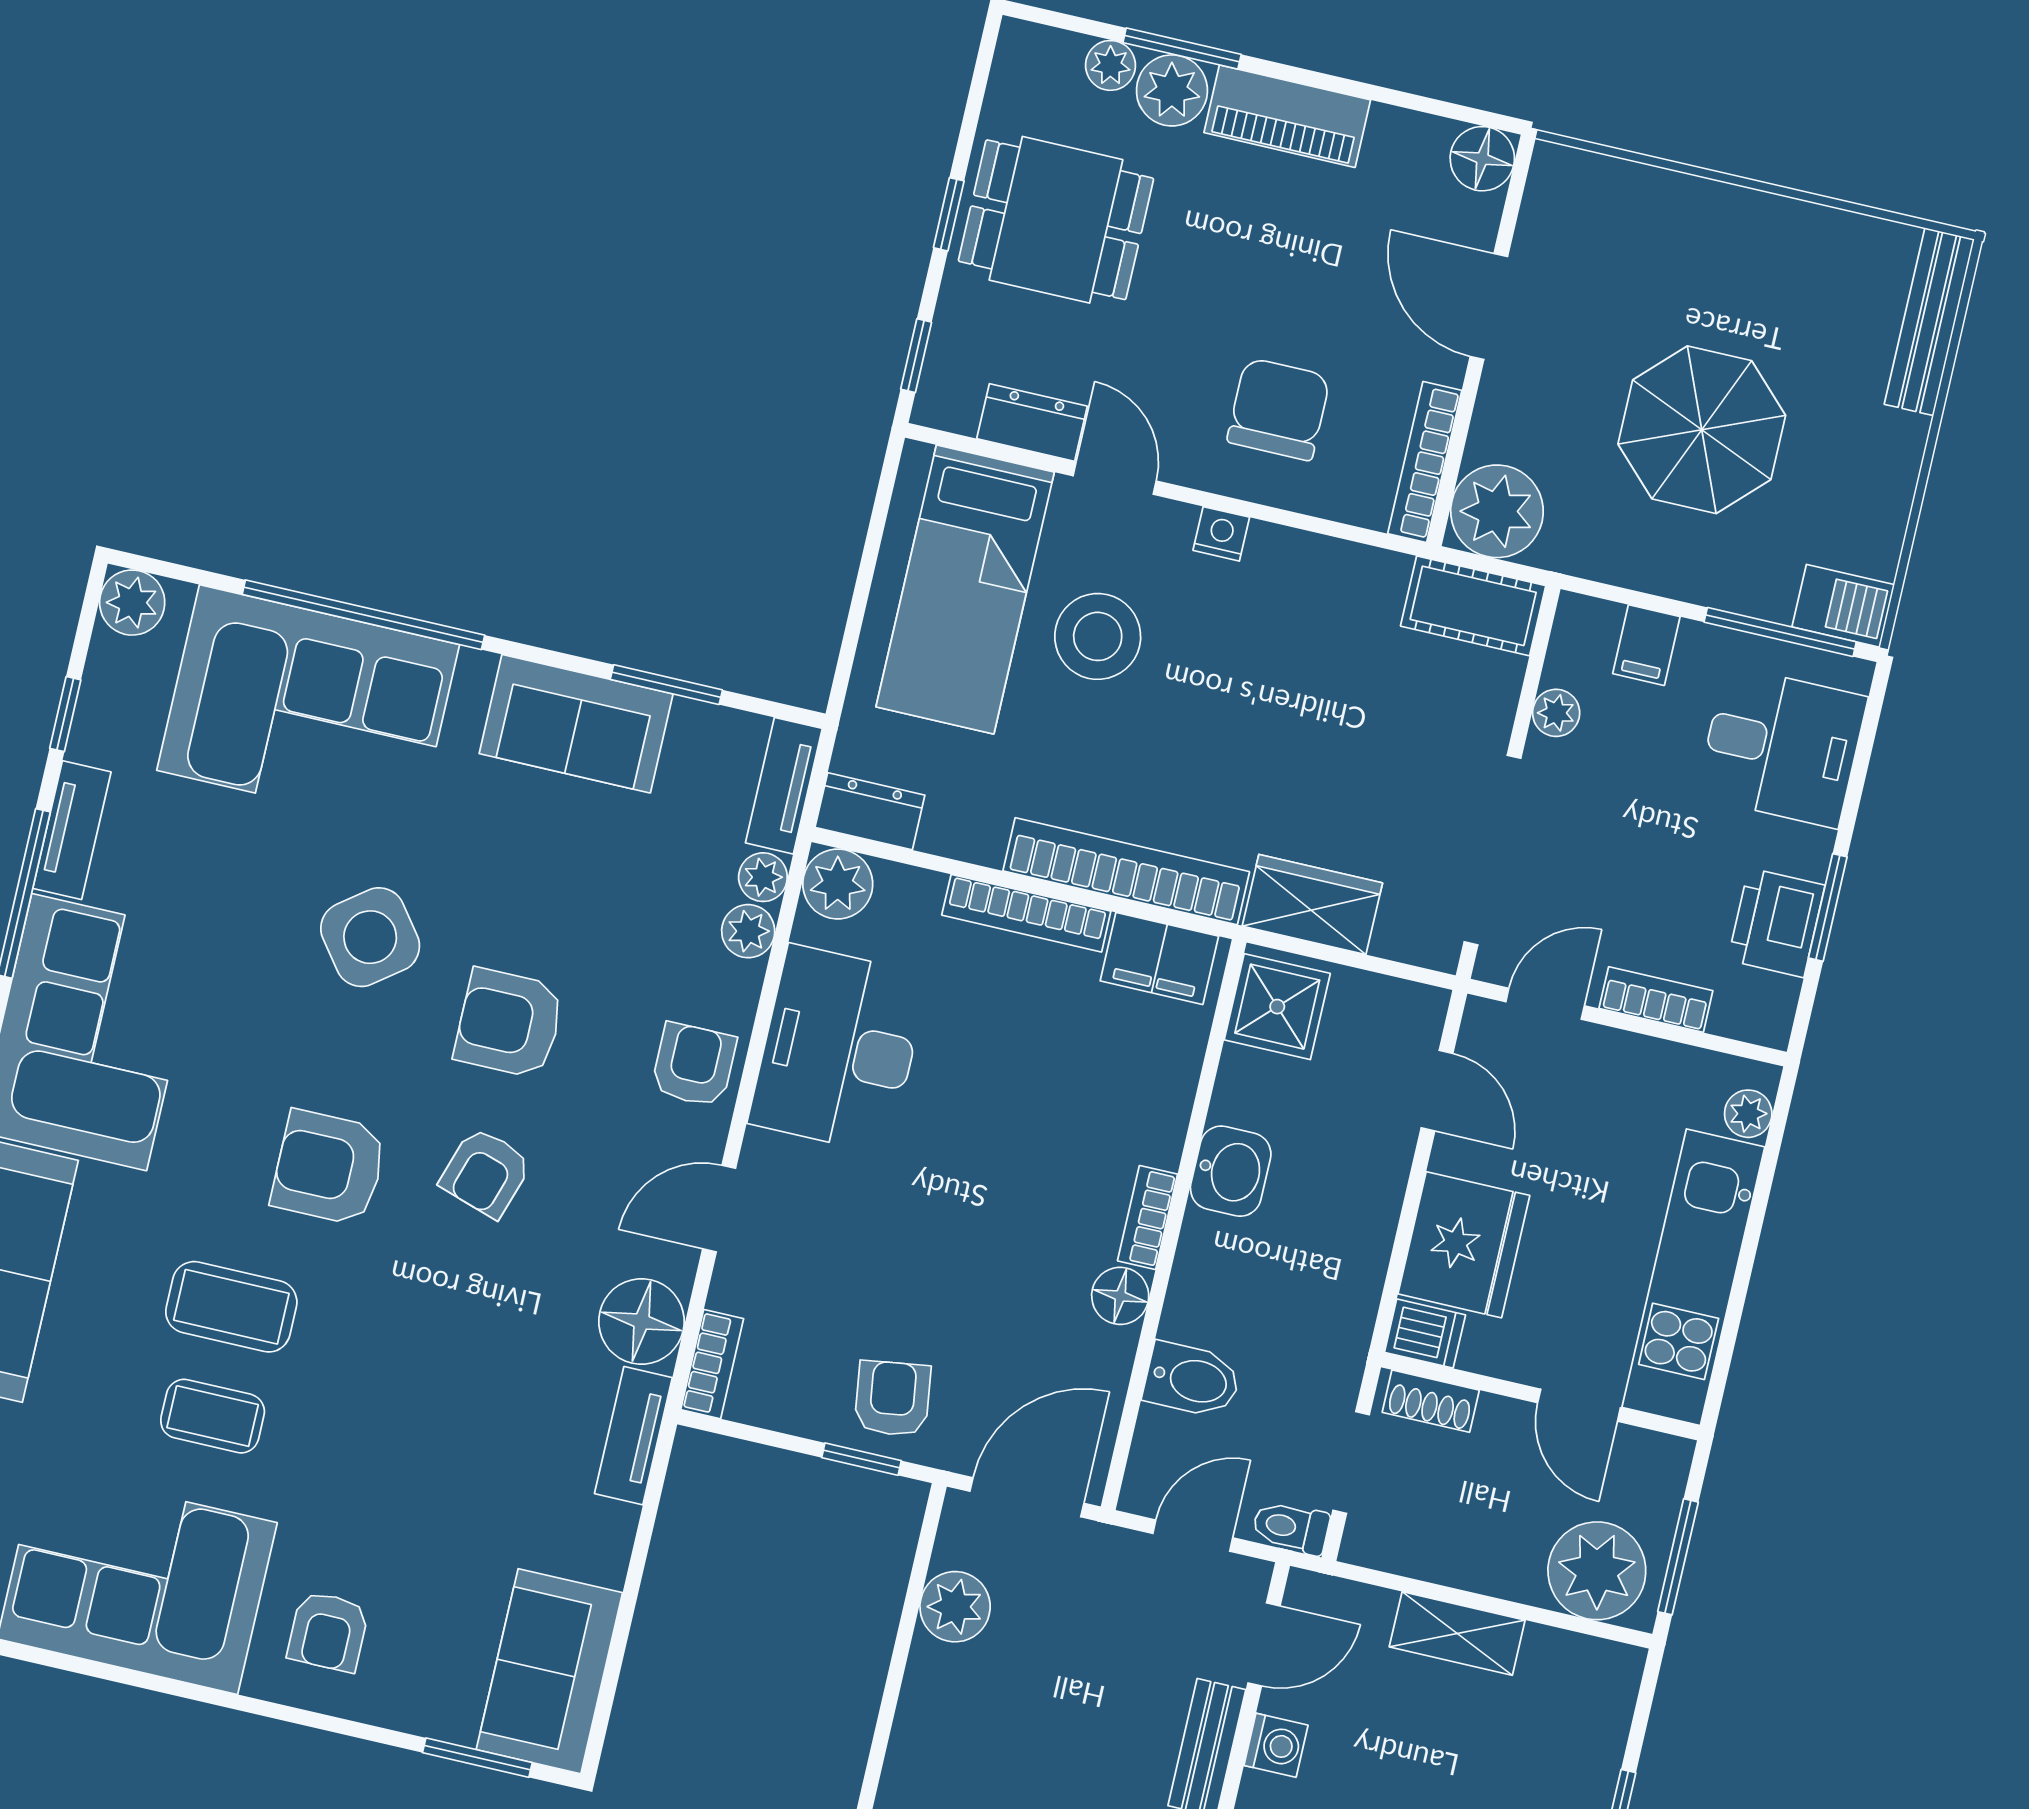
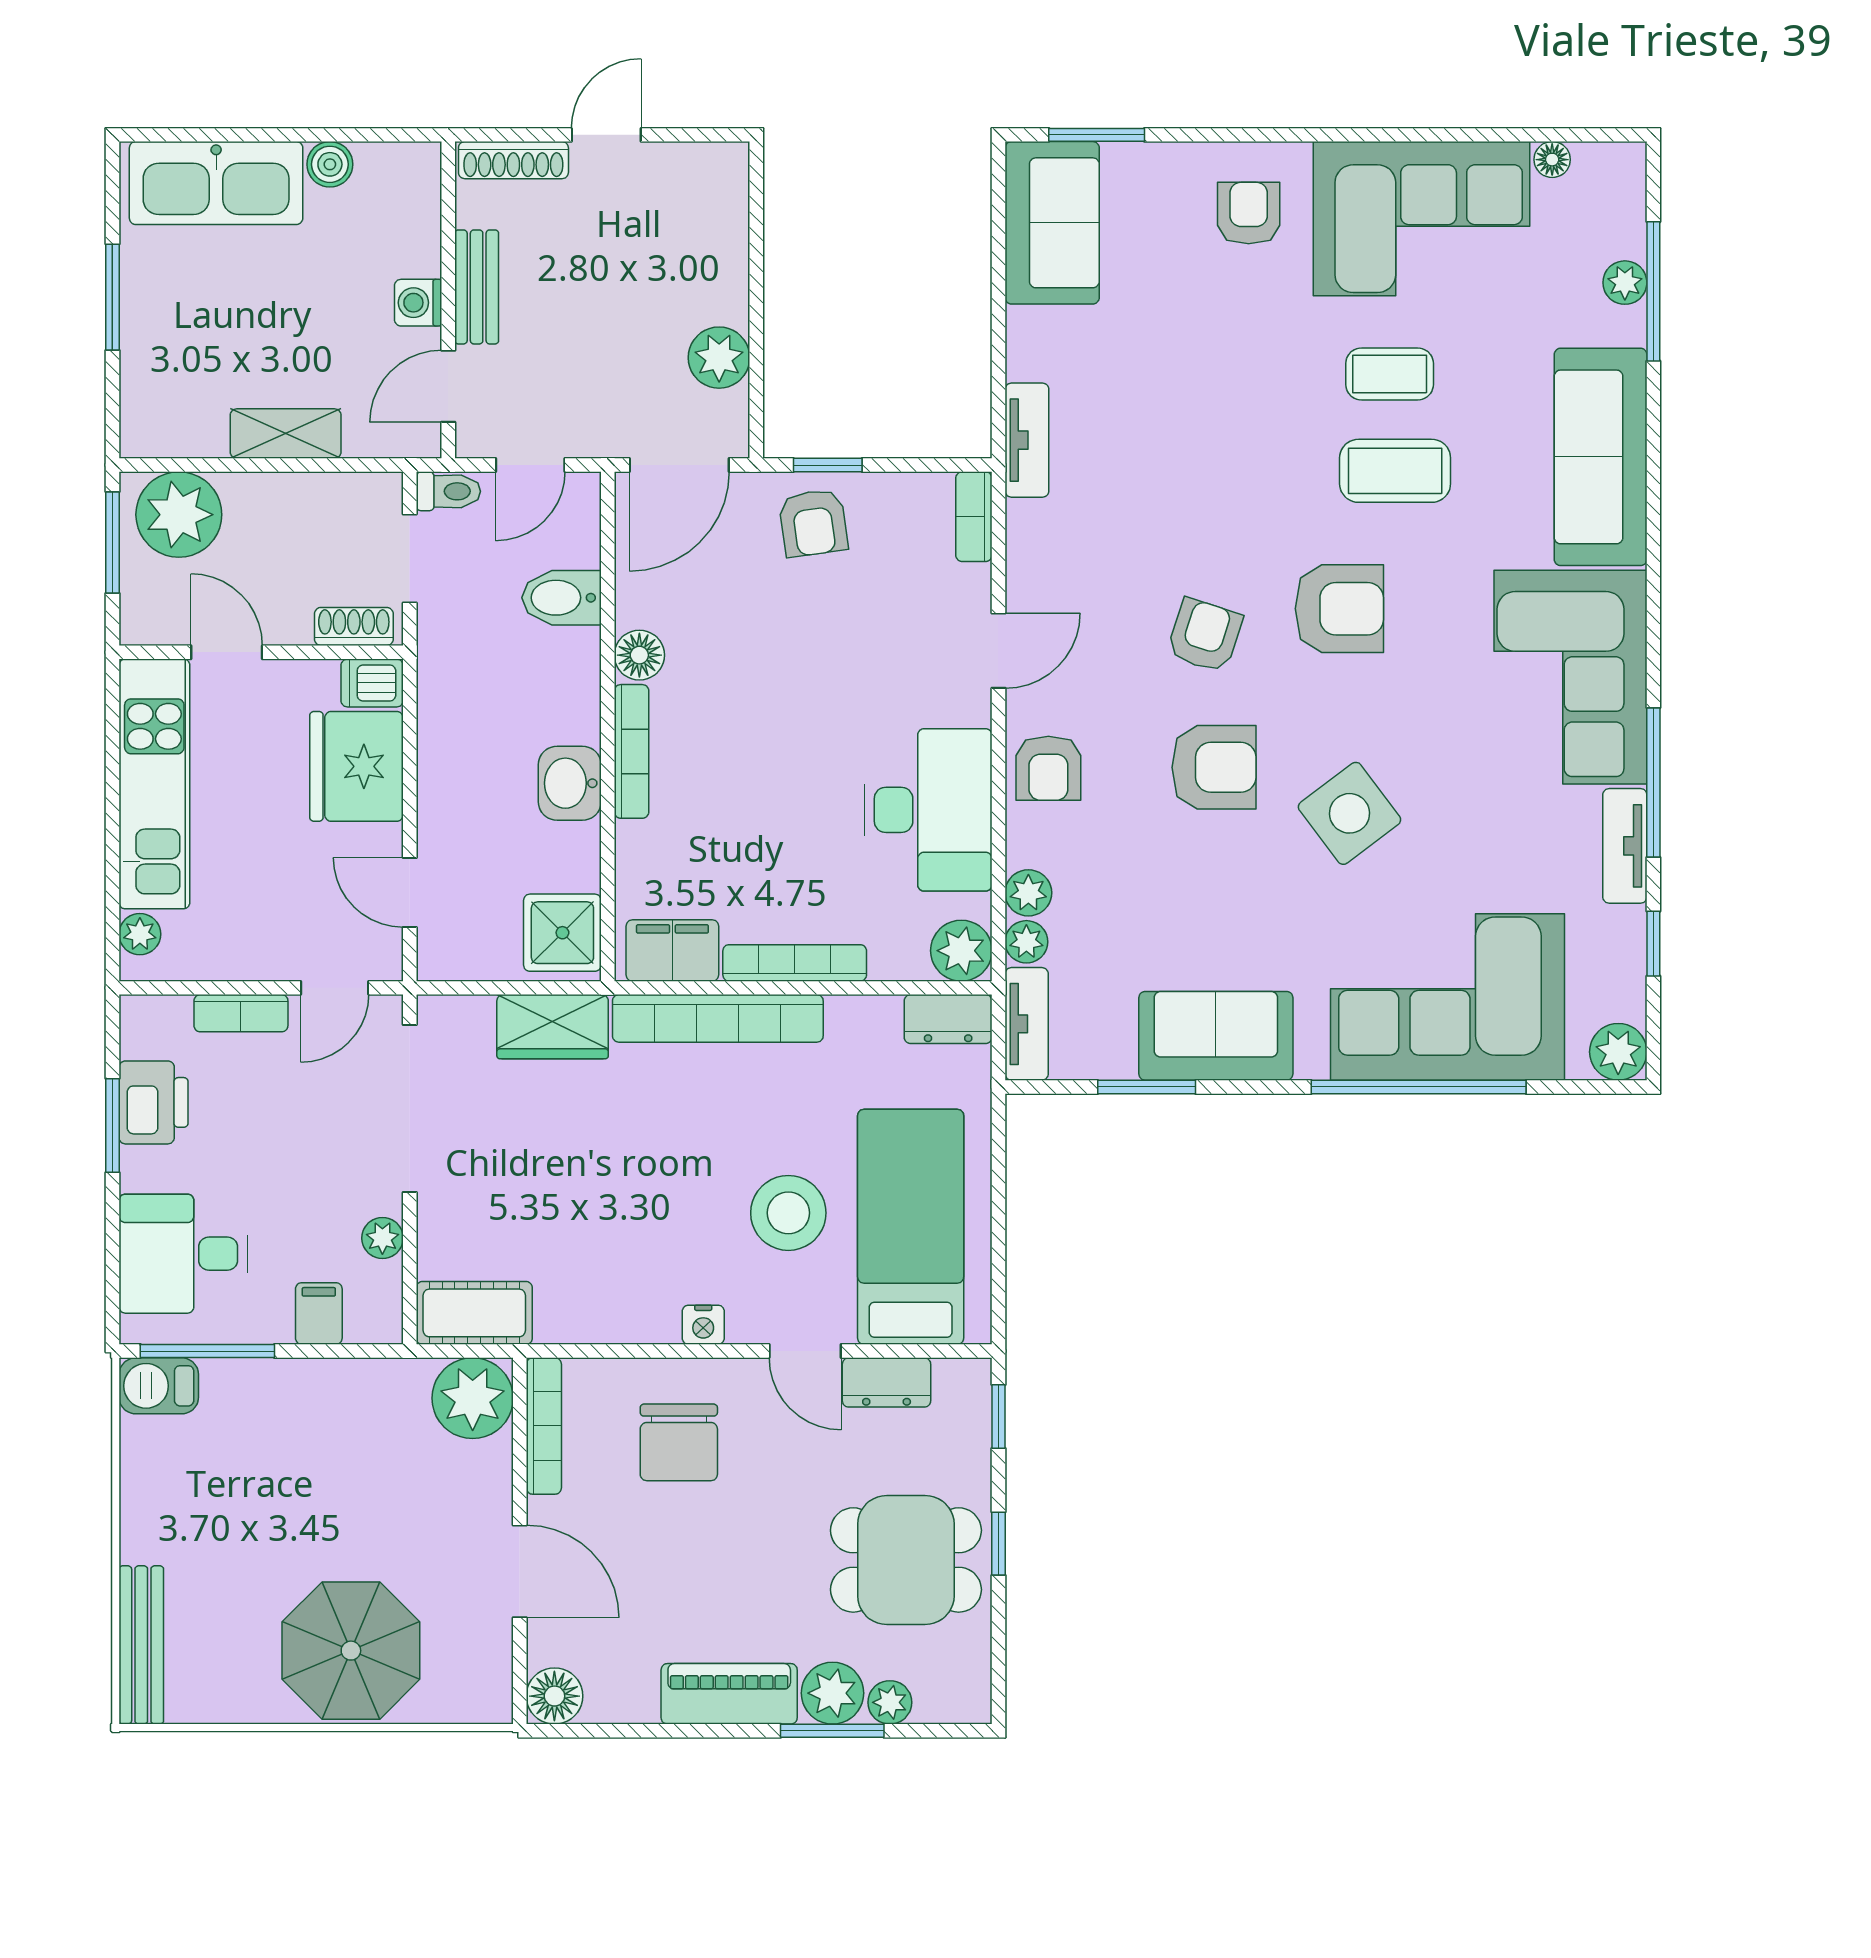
parasol: (1702, 430) -> (351, 1651), moved
bookcase: (1148, 1217) -> (632, 751), width x1.56
floor lamp: (641, 1321) -> (1042, 539), removed

